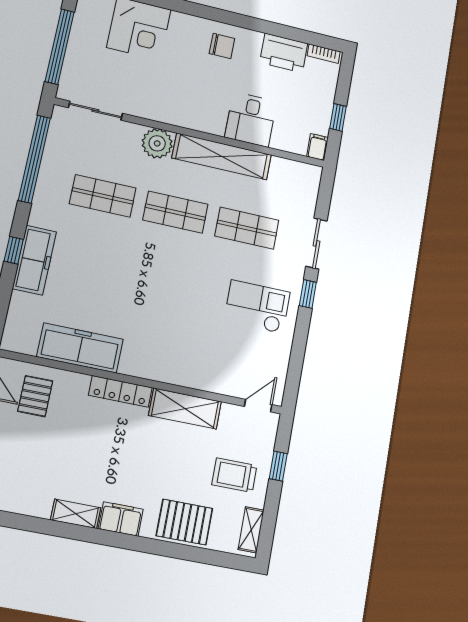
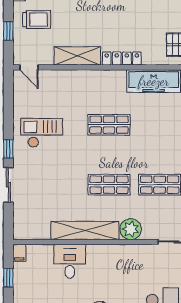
shop shelf: (247, 228) -> (109, 125), moved
checkout: (257, 307) -> (42, 133), turned 180
door: (258, 406) -> (29, 67), hinge flipped

